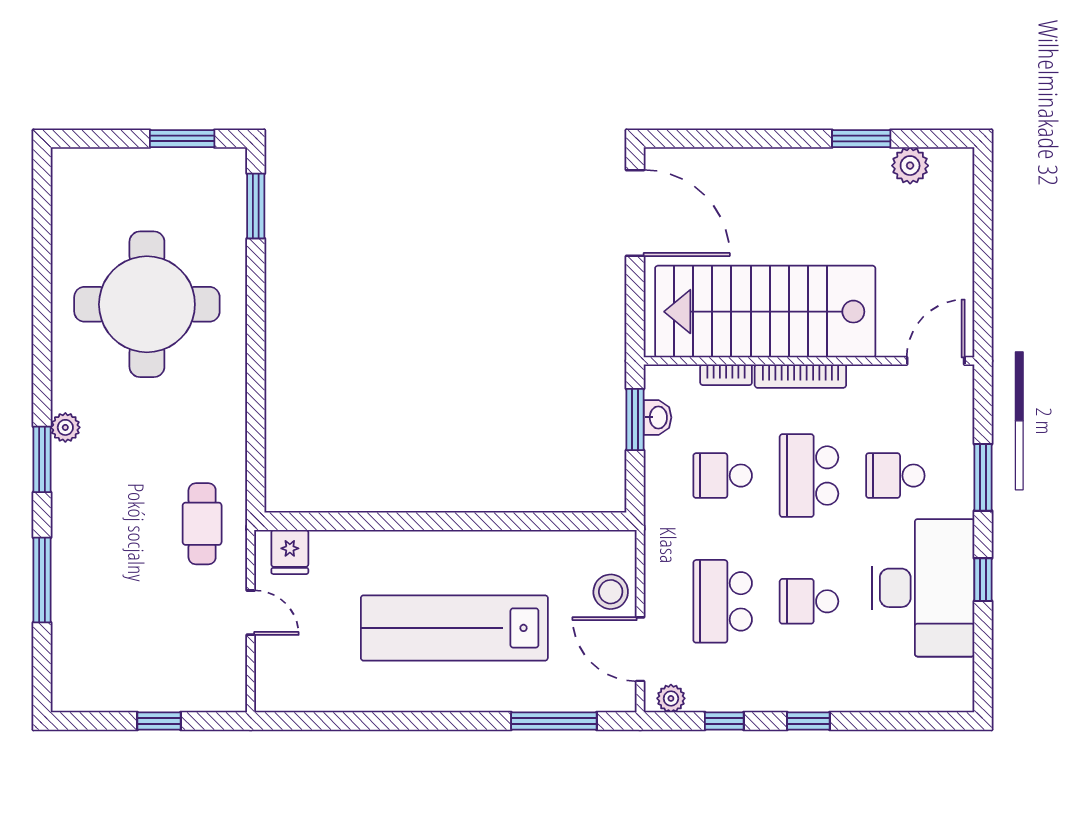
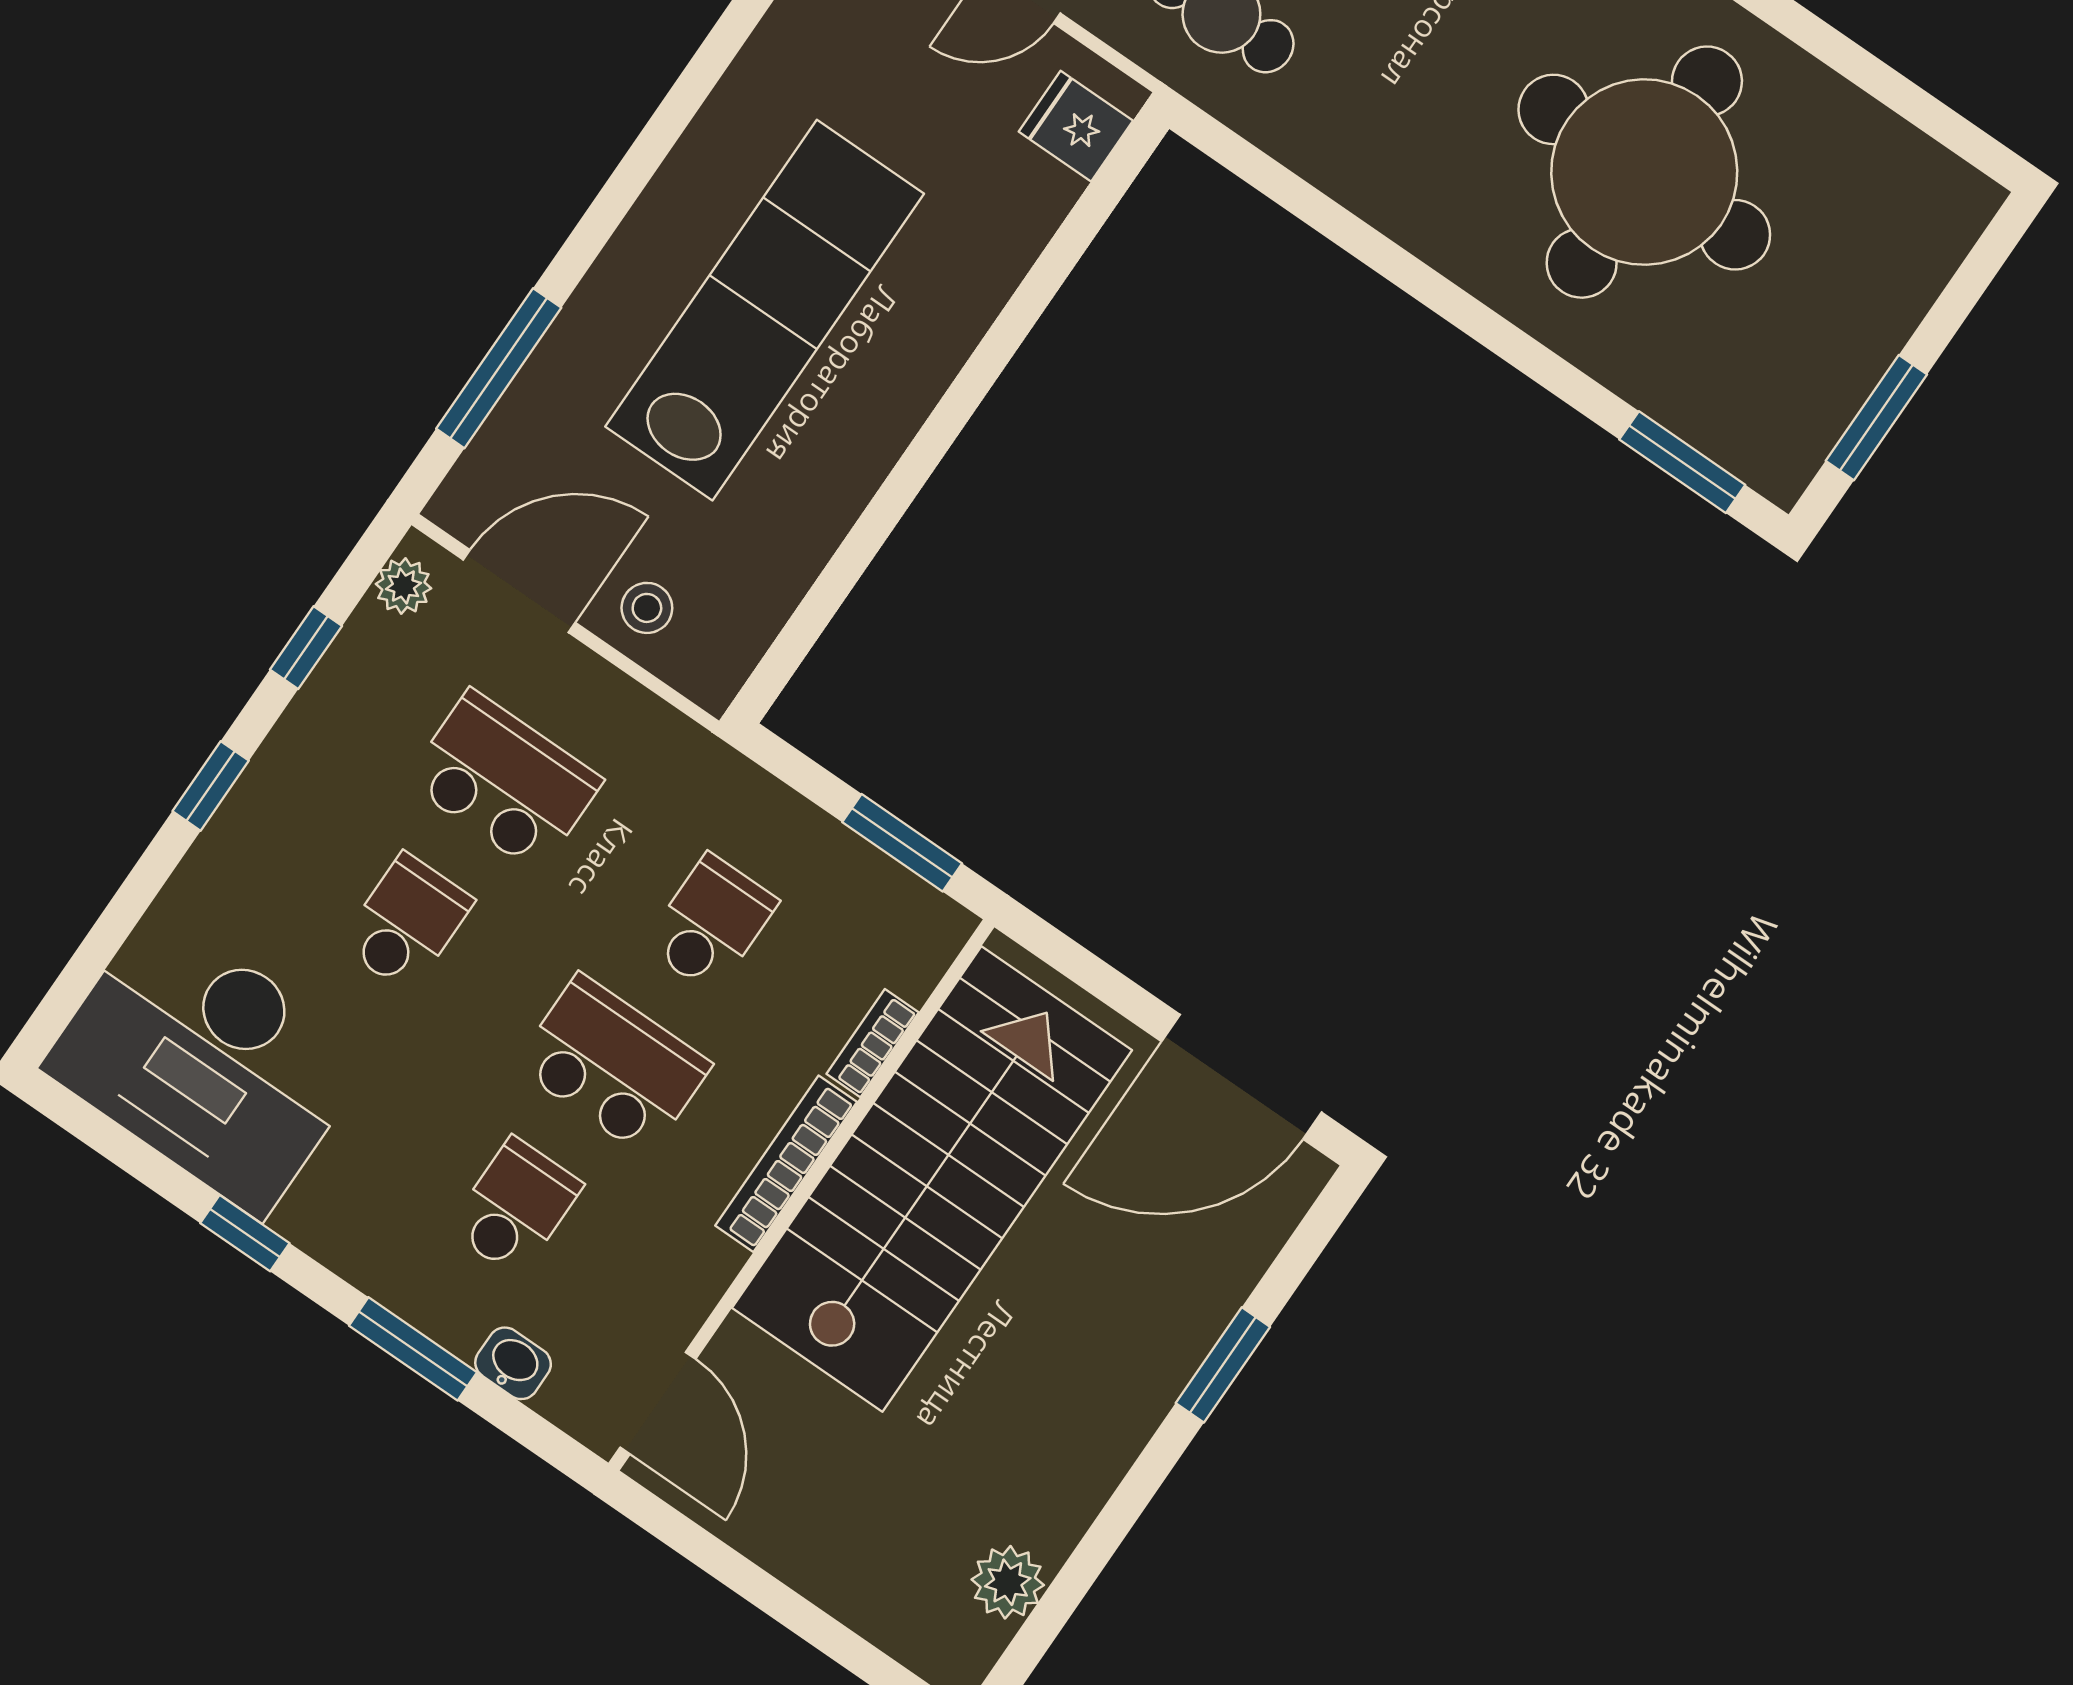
window: (861, 139) -> (1223, 1365), moved
washbasin: (658, 417) -> (513, 1363), moved, turned 180
desk: (923, 588) -> (208, 1062), moved
stool: (611, 592) -> (647, 608), width x0.73, depth x0.73

